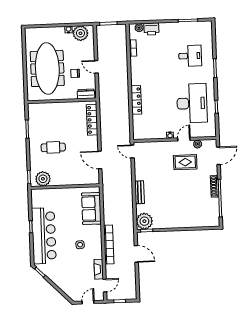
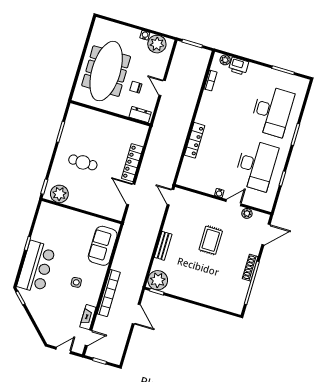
desk: (190, 56) -> (272, 111), width x1.87, depth x1.30
locker: (92, 120) -> (132, 163), moved
rug: (185, 162) -> (211, 240), moved, turned 90
bar counter: (44, 236) -> (36, 267), width x0.73

